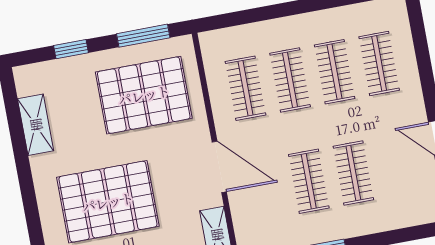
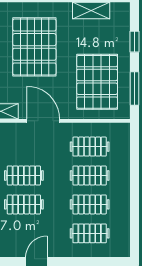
door: (219, 167) -> (43, 121), swing flipped

